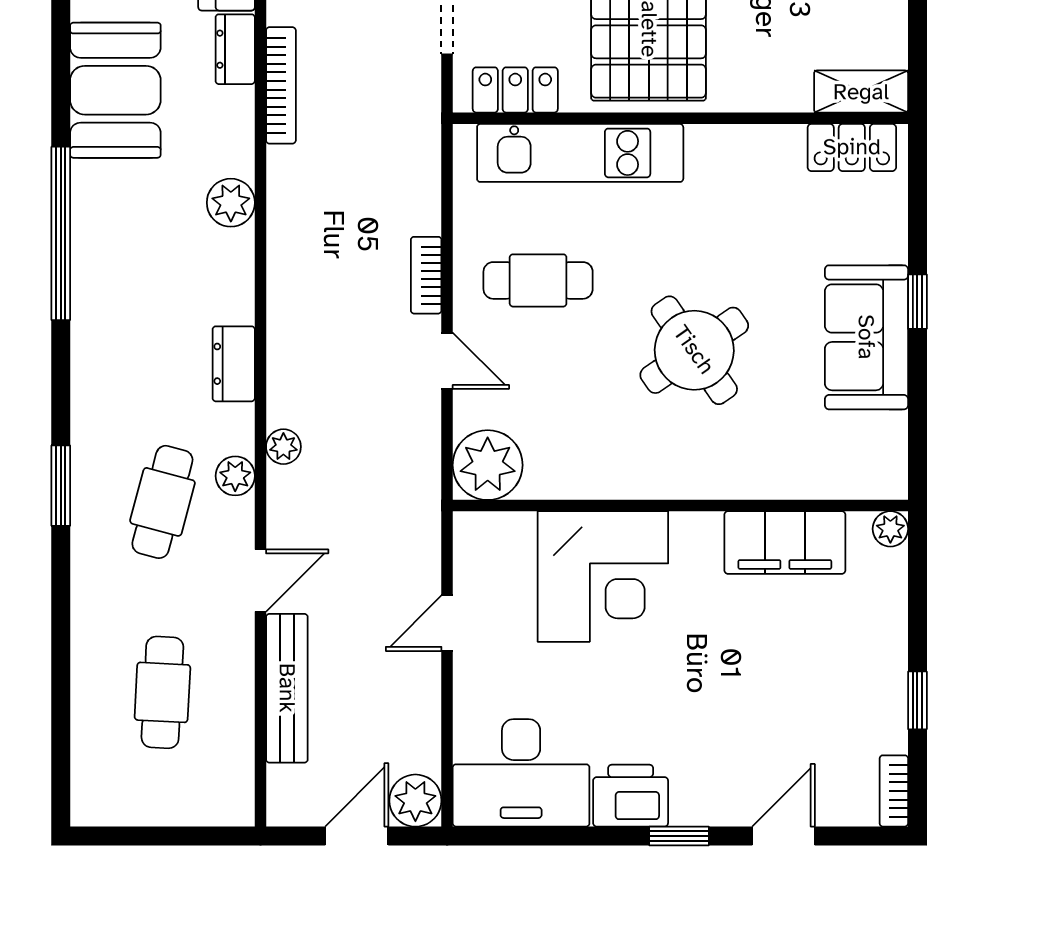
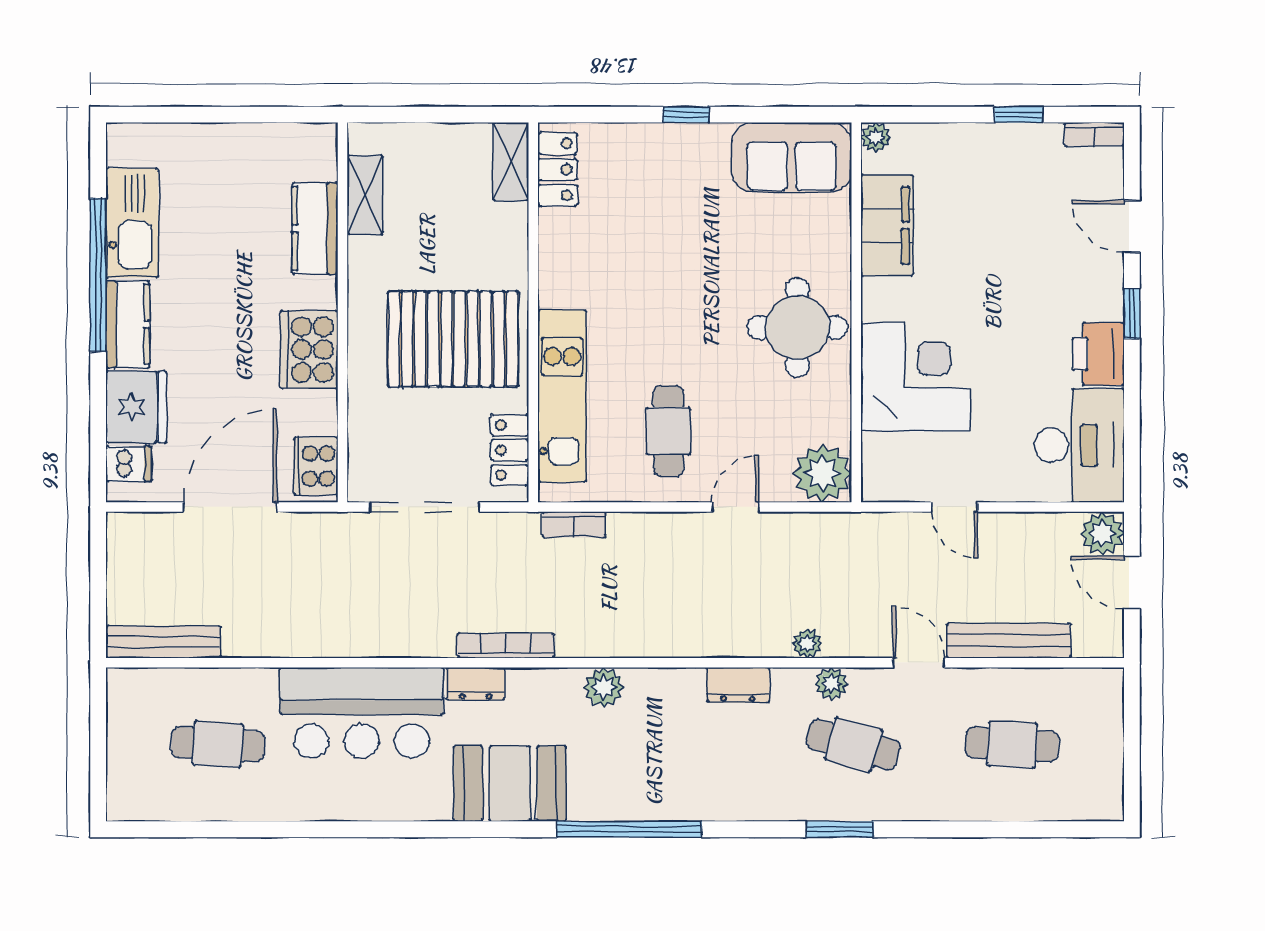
bookcase: (426, 275) -> (574, 524), moved
sofa: (866, 337) -> (792, 157), moved
round table: (694, 350) -> (797, 327), moved, turned 35

